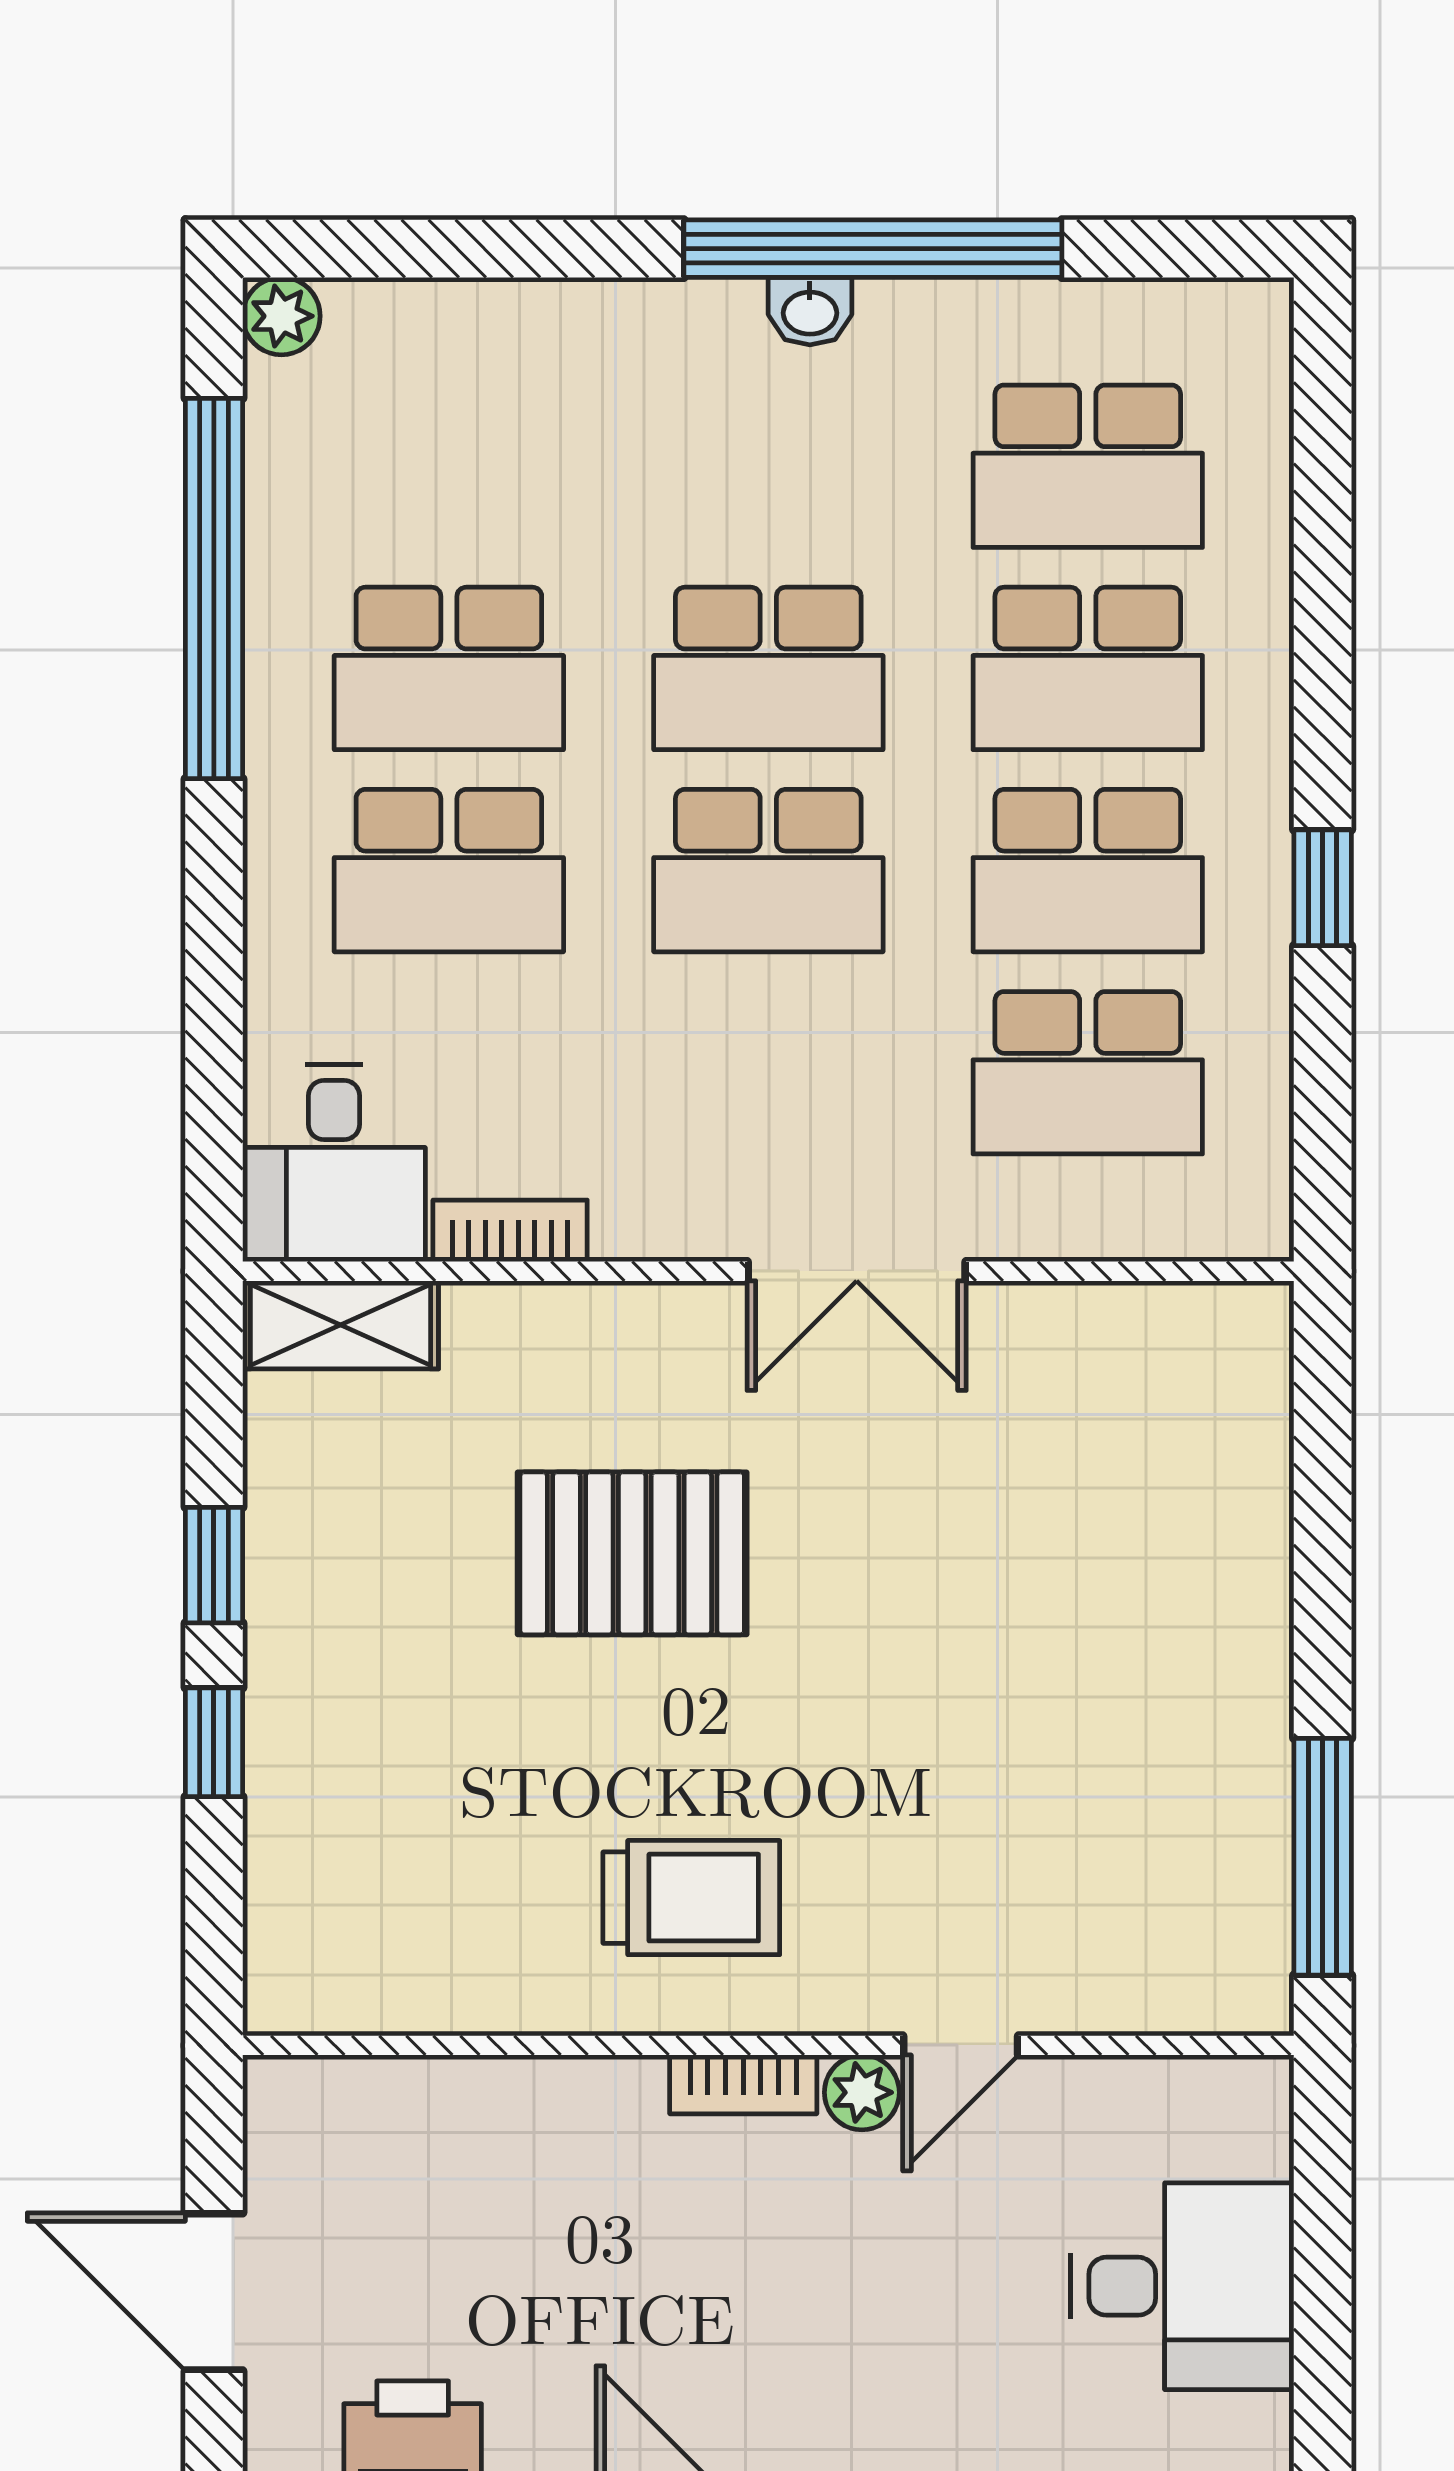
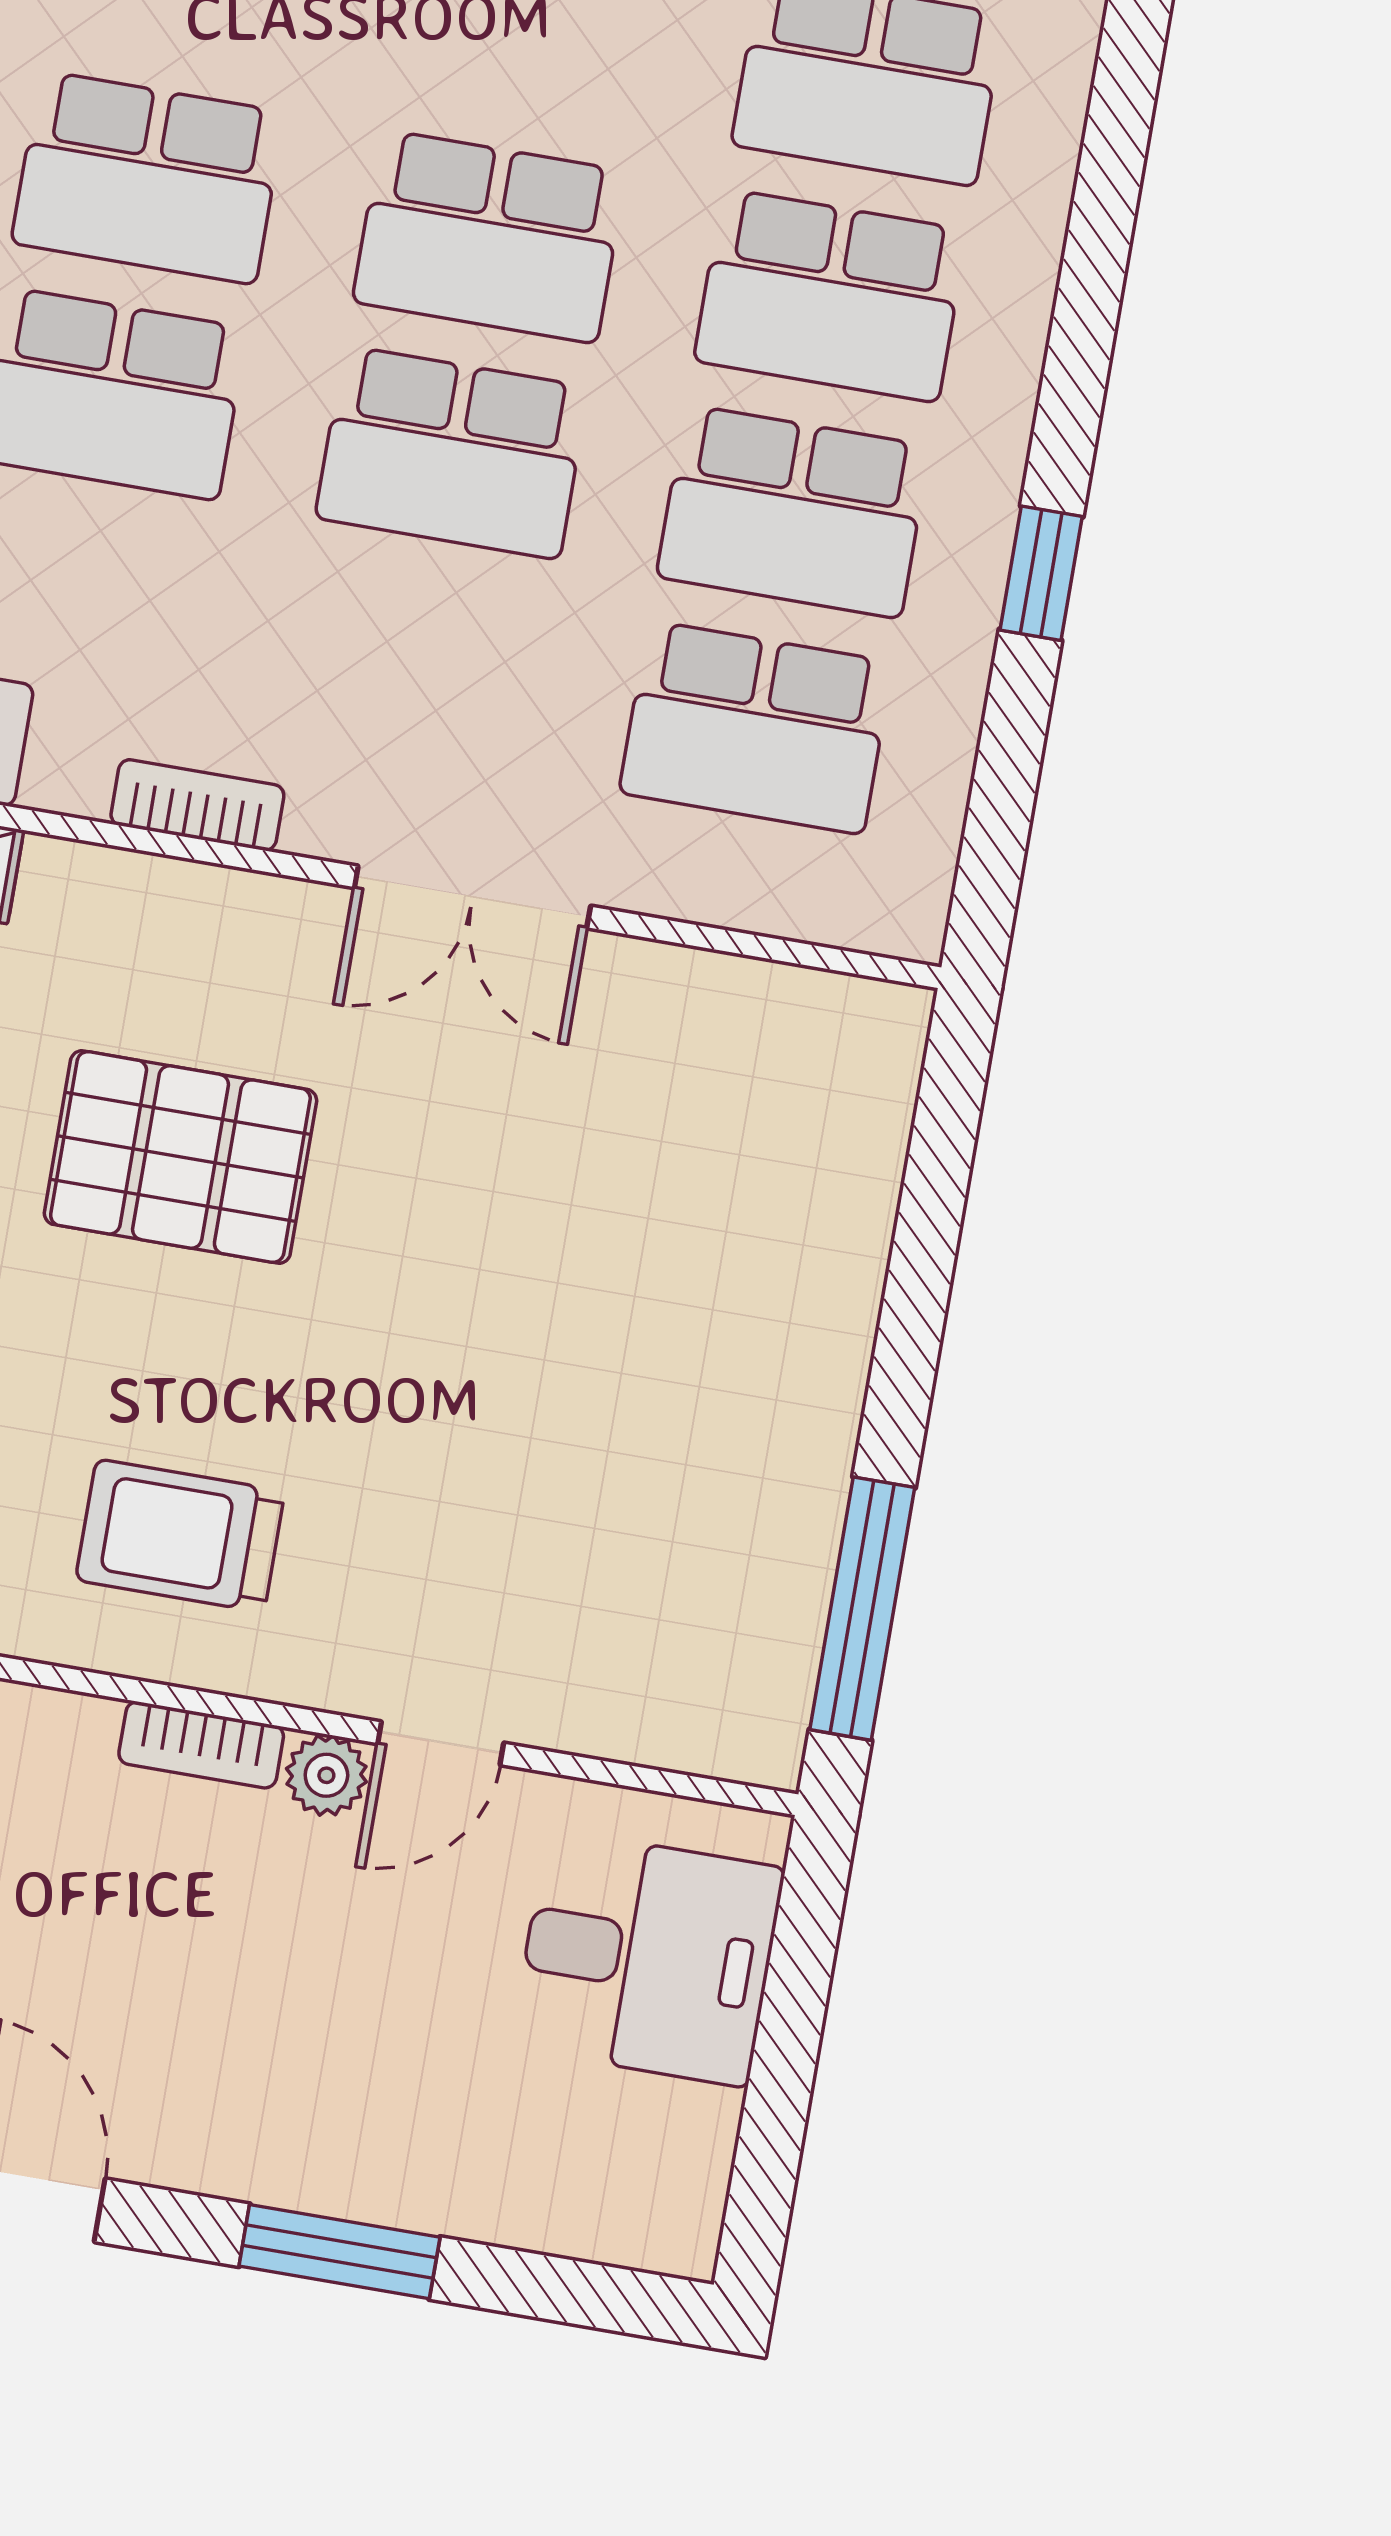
bookcase: (510, 1231) -> (197, 805), moved
trolley: (691, 1898) -> (180, 1536), turned 180
desk: (1182, 2286) -> (648, 1958), moved

